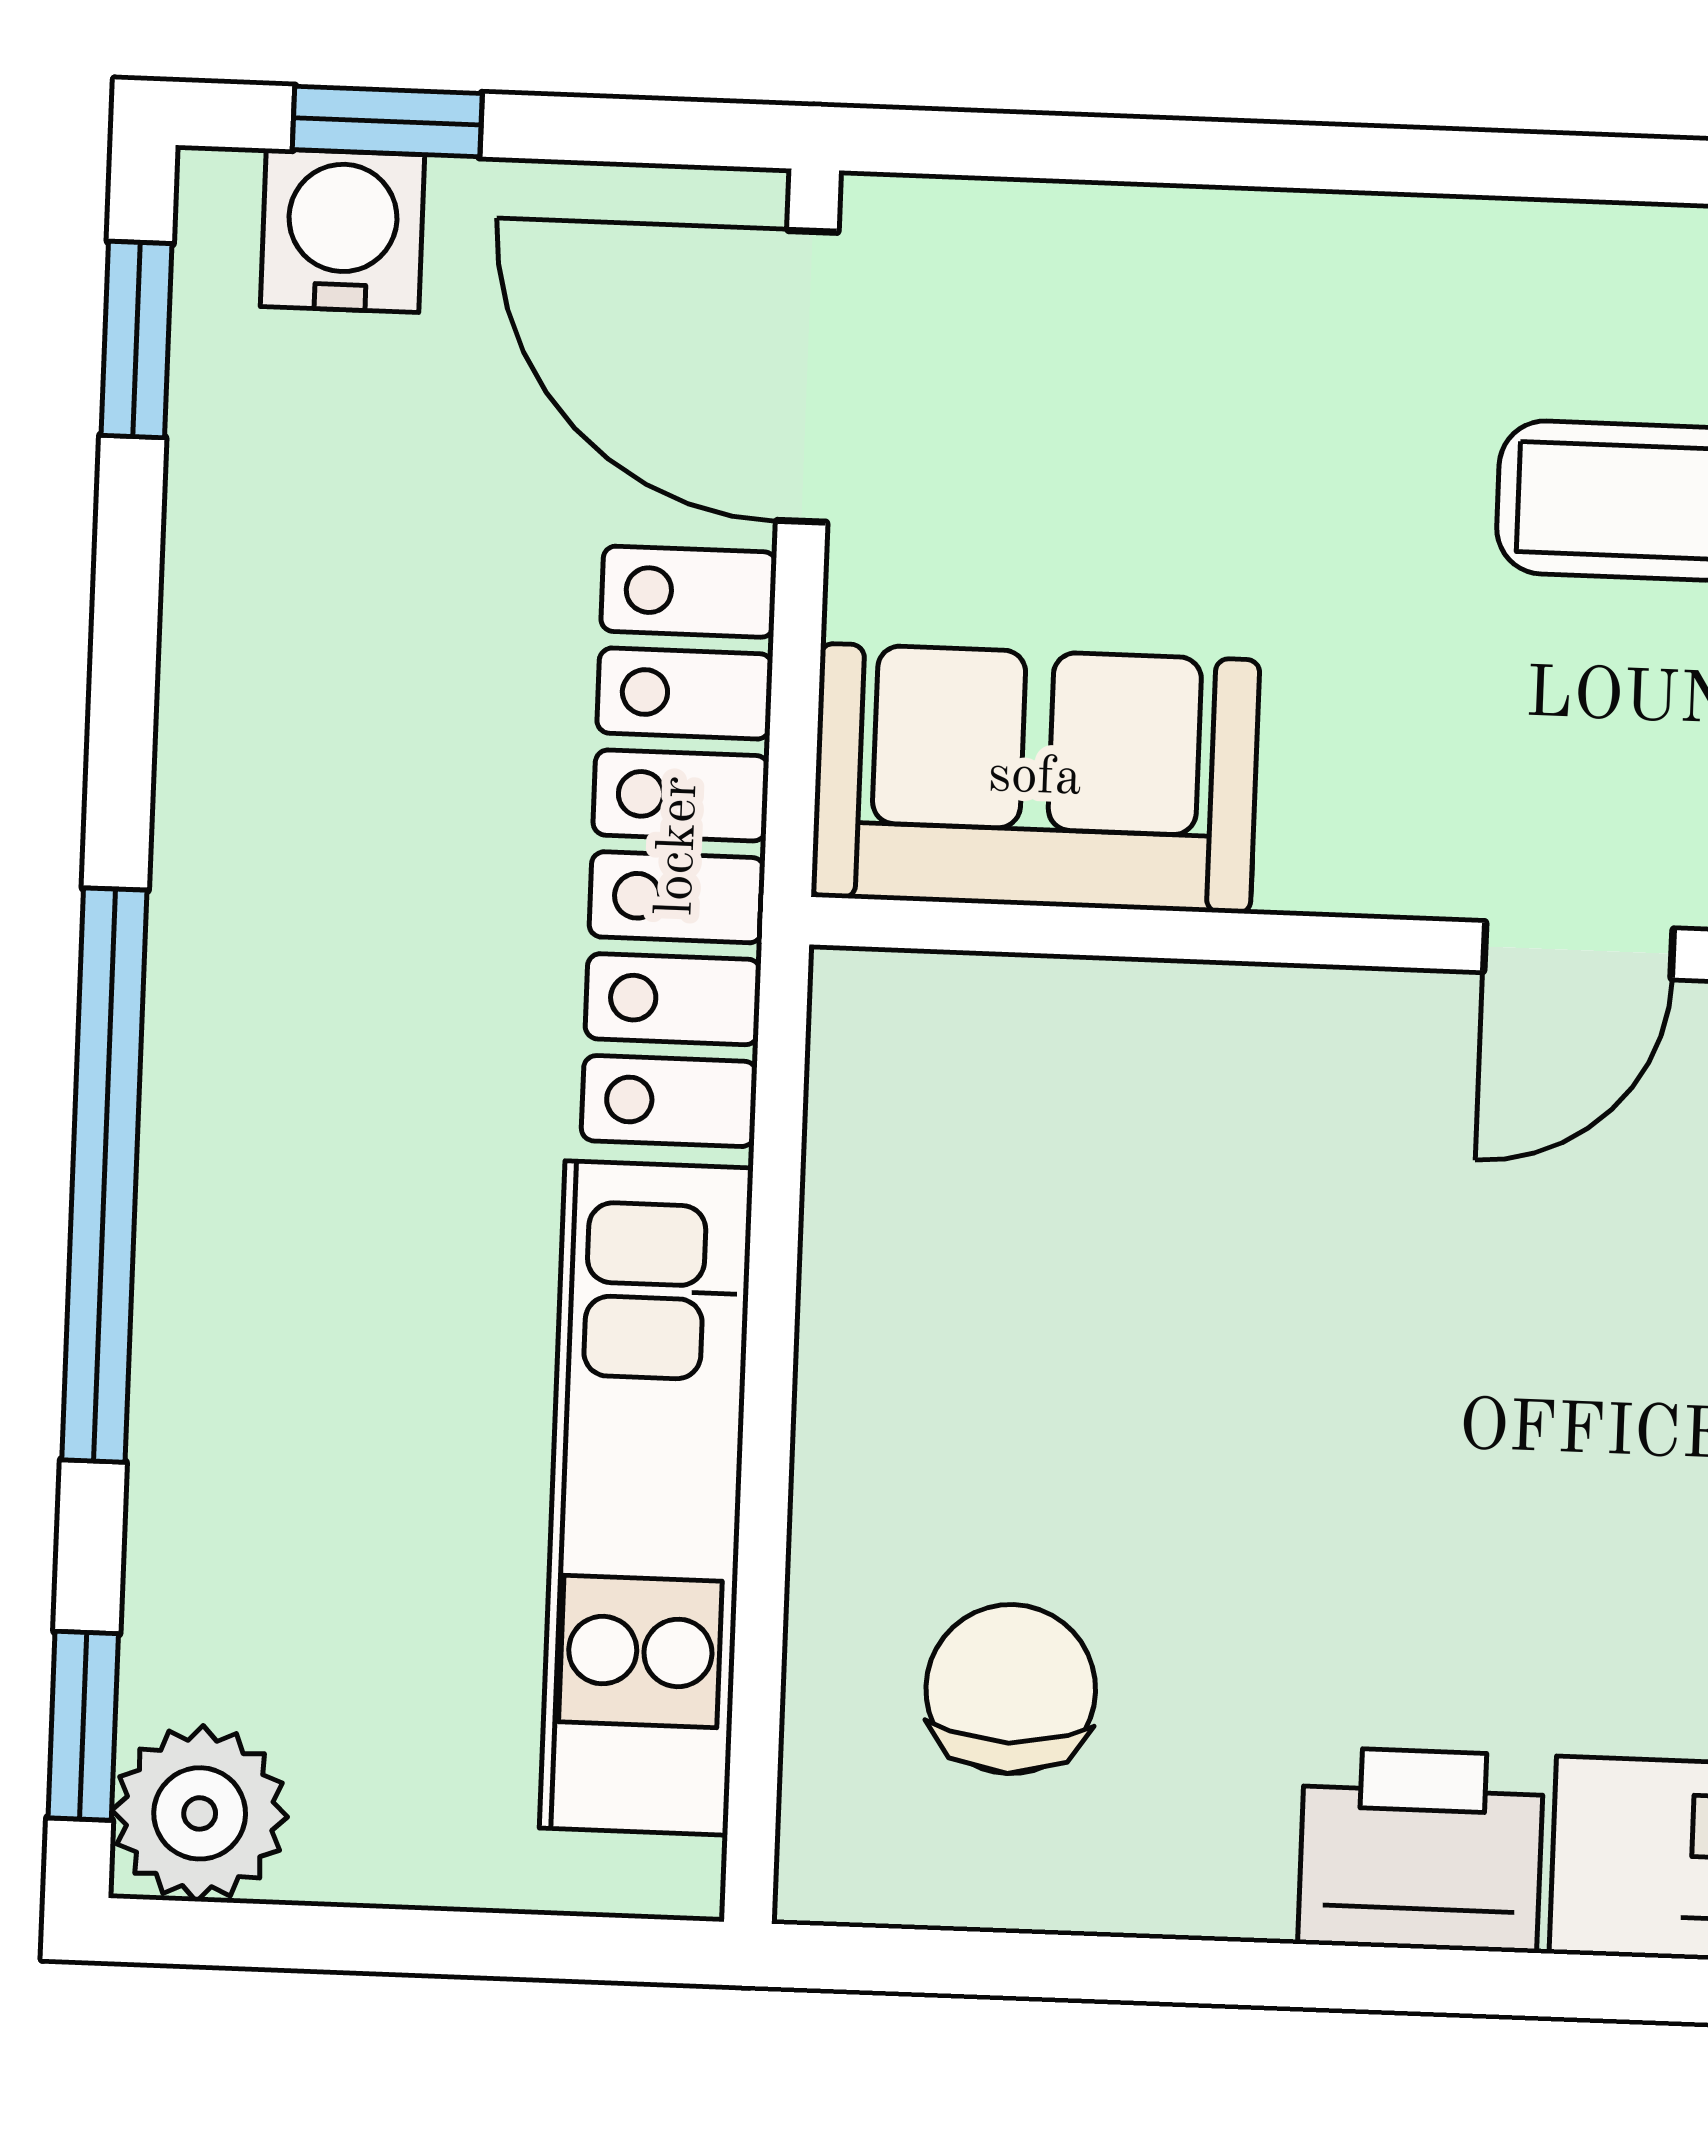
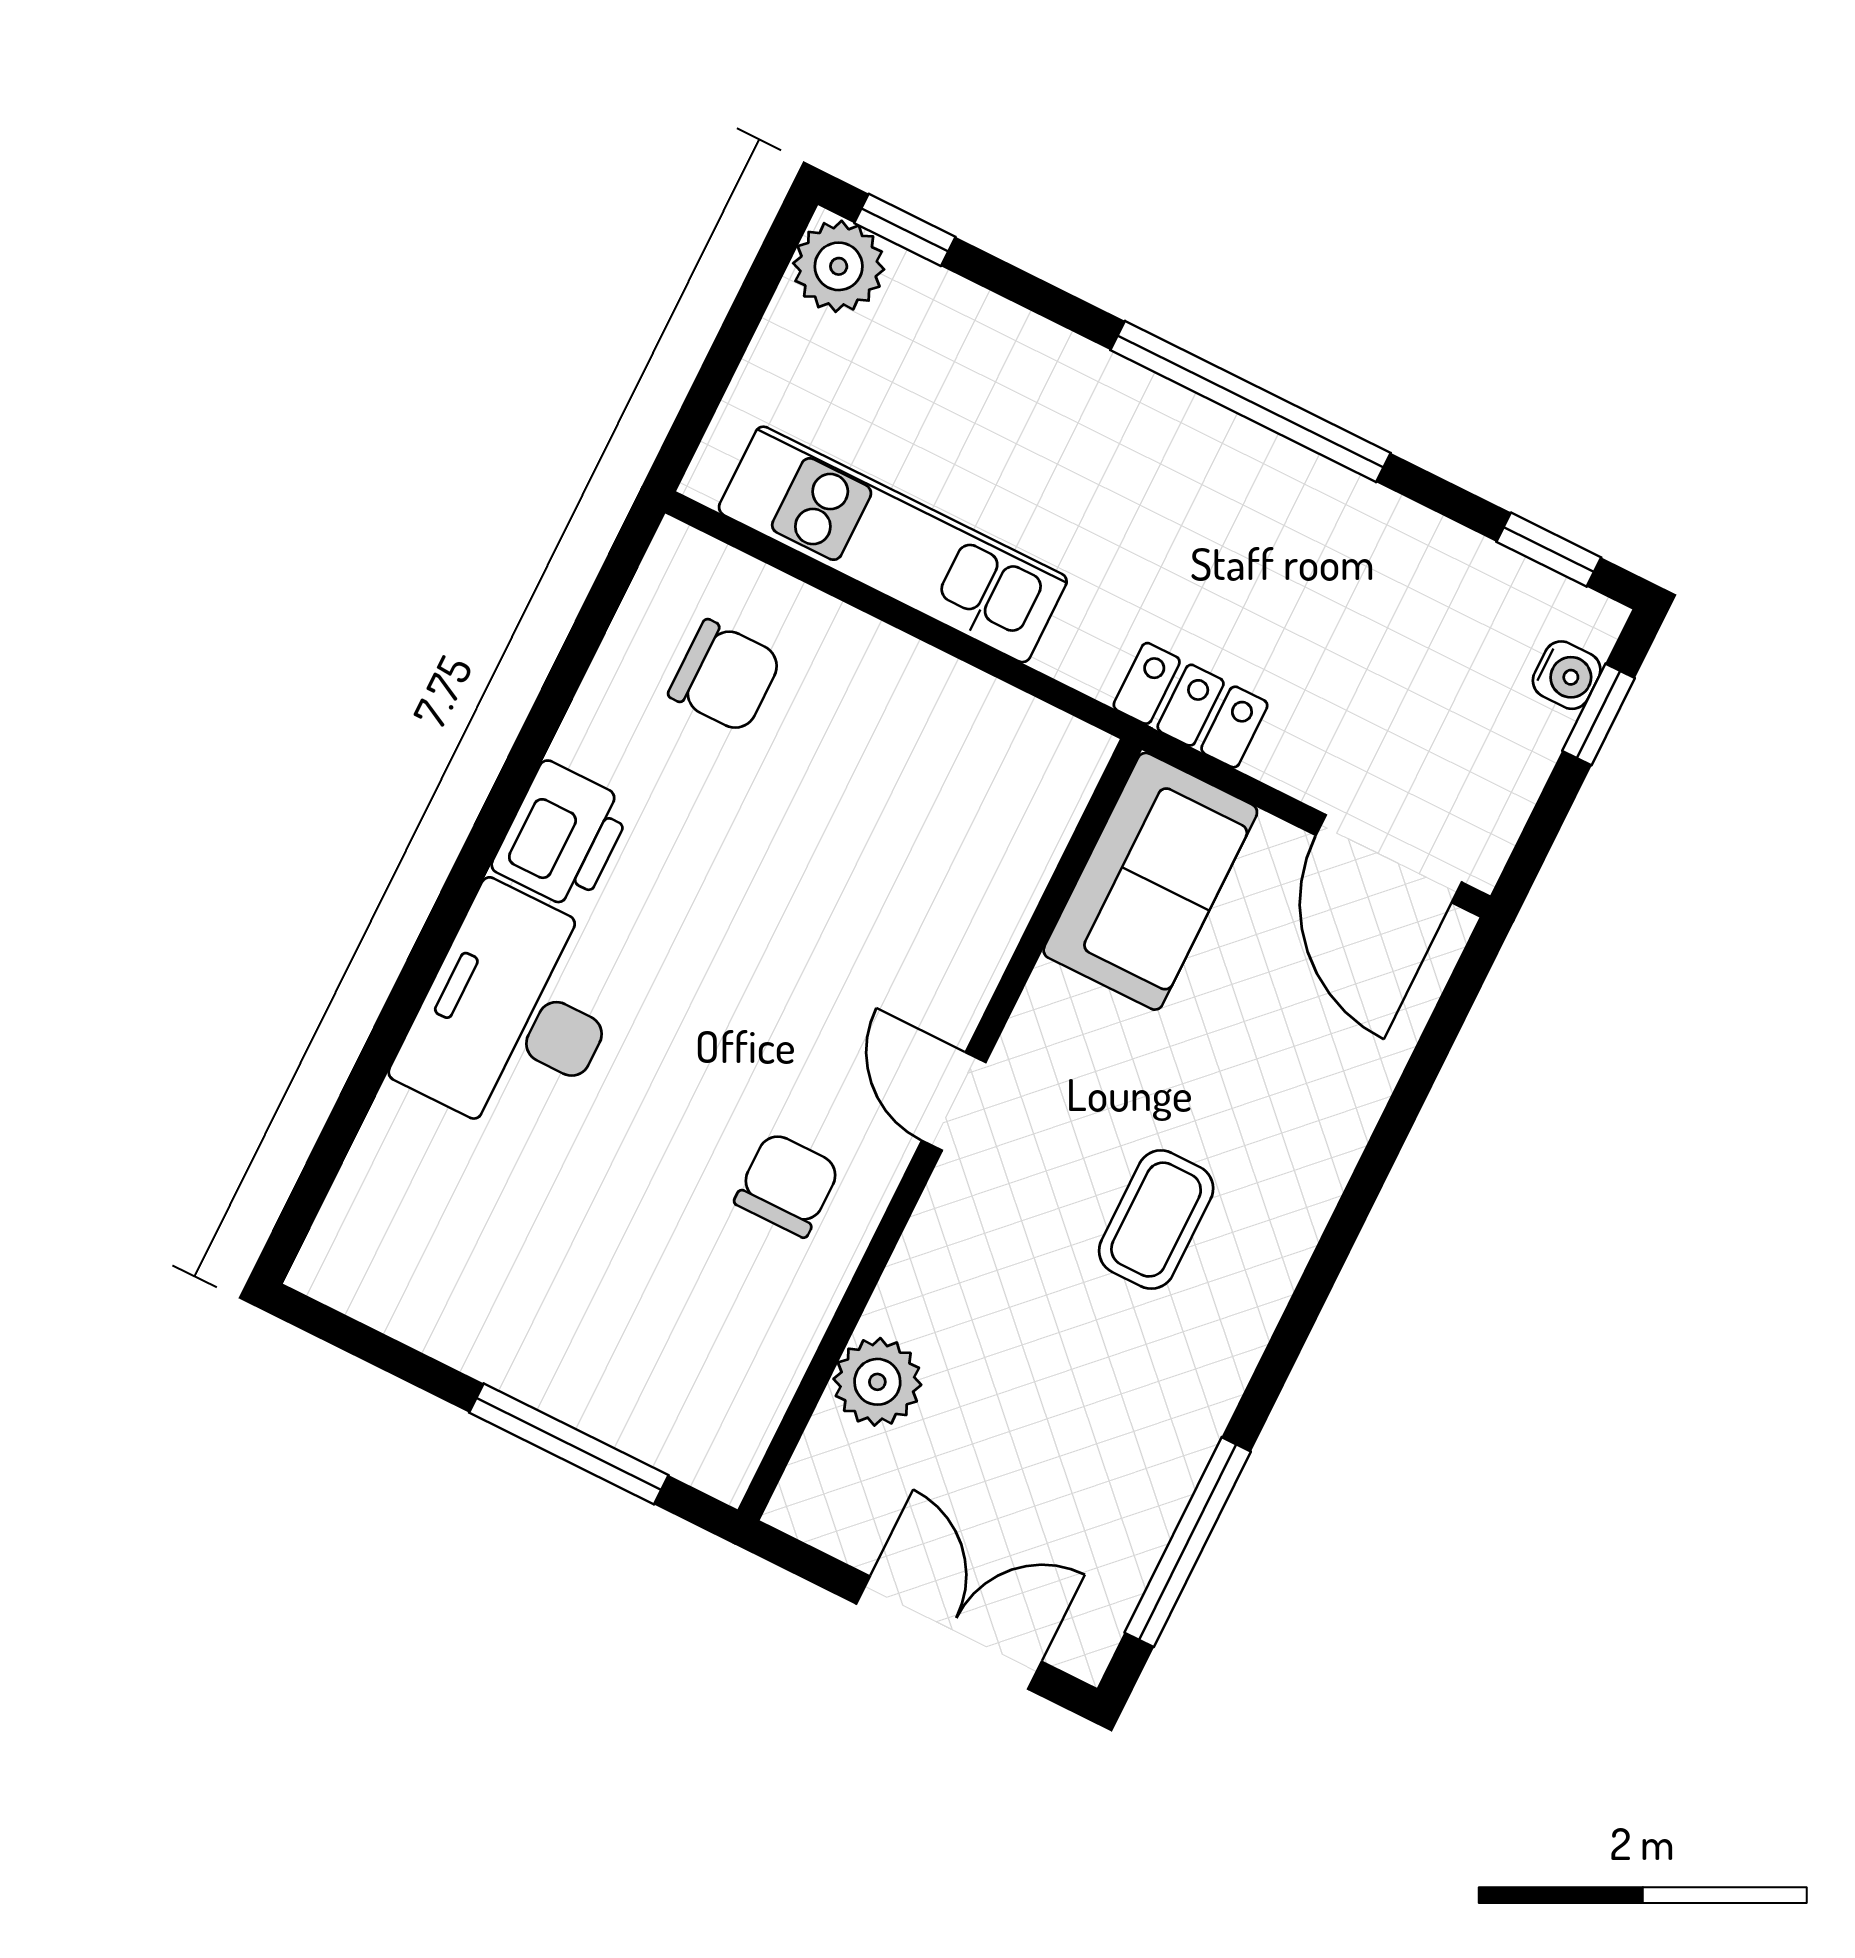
water cooler: (343, 231) -> (1567, 675), width x0.72, depth x0.72
door: (807, 376) -> (1389, 859), swing flipped
locker: (679, 846) -> (1191, 705), width x0.46, depth x0.83
window: (104, 1175) -> (1251, 402), moved

